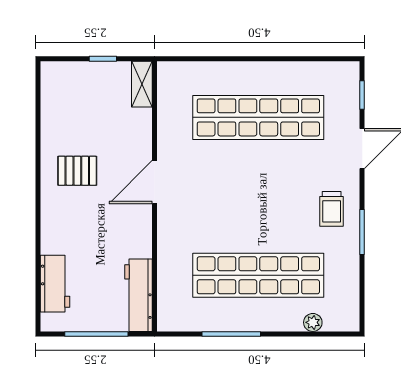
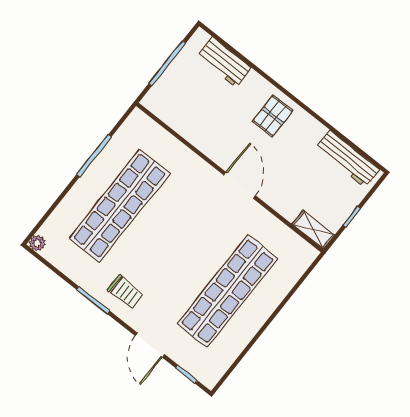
pallet: (77, 171) -> (273, 116), moved
trolley: (332, 209) -> (125, 292), turned 180
workbench: (139, 295) -> (347, 159), moved, turned 180
plant: (313, 322) -> (37, 243), moved

